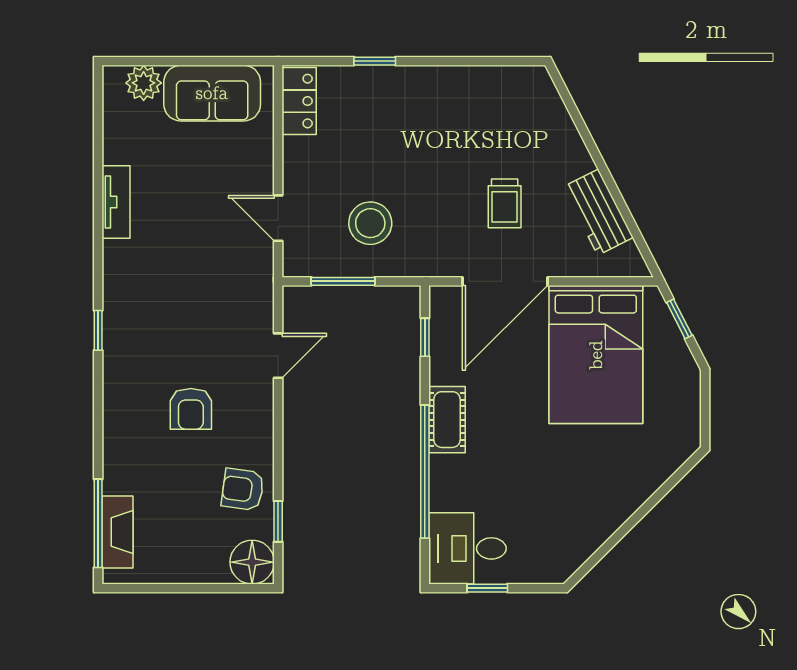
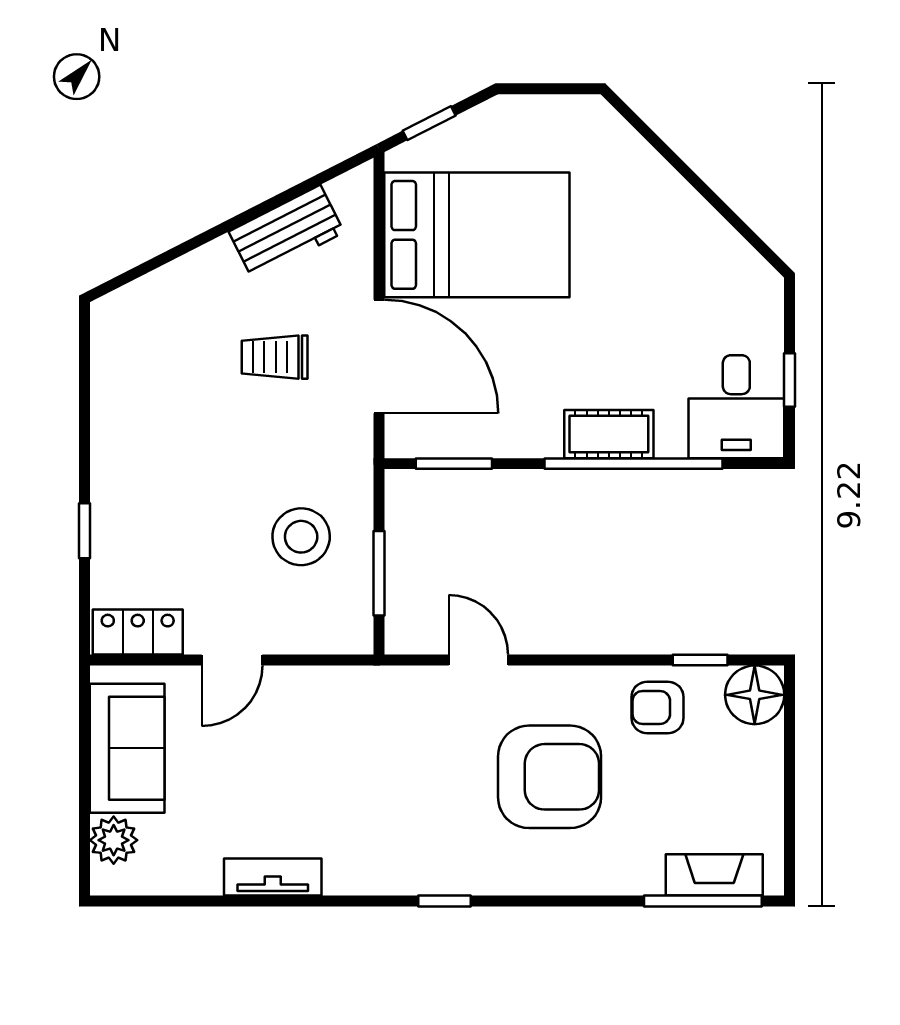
trolley: (505, 203) -> (275, 357), turned 180
door: (278, 218) -> (232, 660), moved
window: (425, 337) -> (454, 464), width x1.50
armchair: (191, 409) -> (550, 777), width x1.88, depth x1.88
cot: (447, 420) -> (609, 434), moved
armchair: (243, 489) -> (657, 707), turned 82

